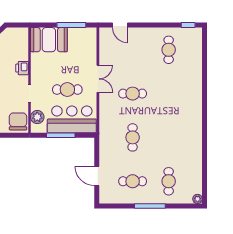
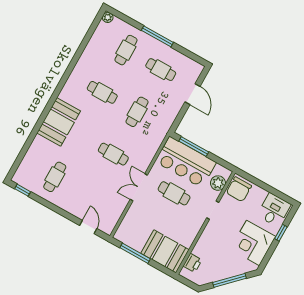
printer: (22, 68) -> (192, 263), moved
booth: (190, 95) -> (59, 122), added
window: (61, 135) -> (194, 146), moved
cafe table: (169, 137) -> (102, 92), added

